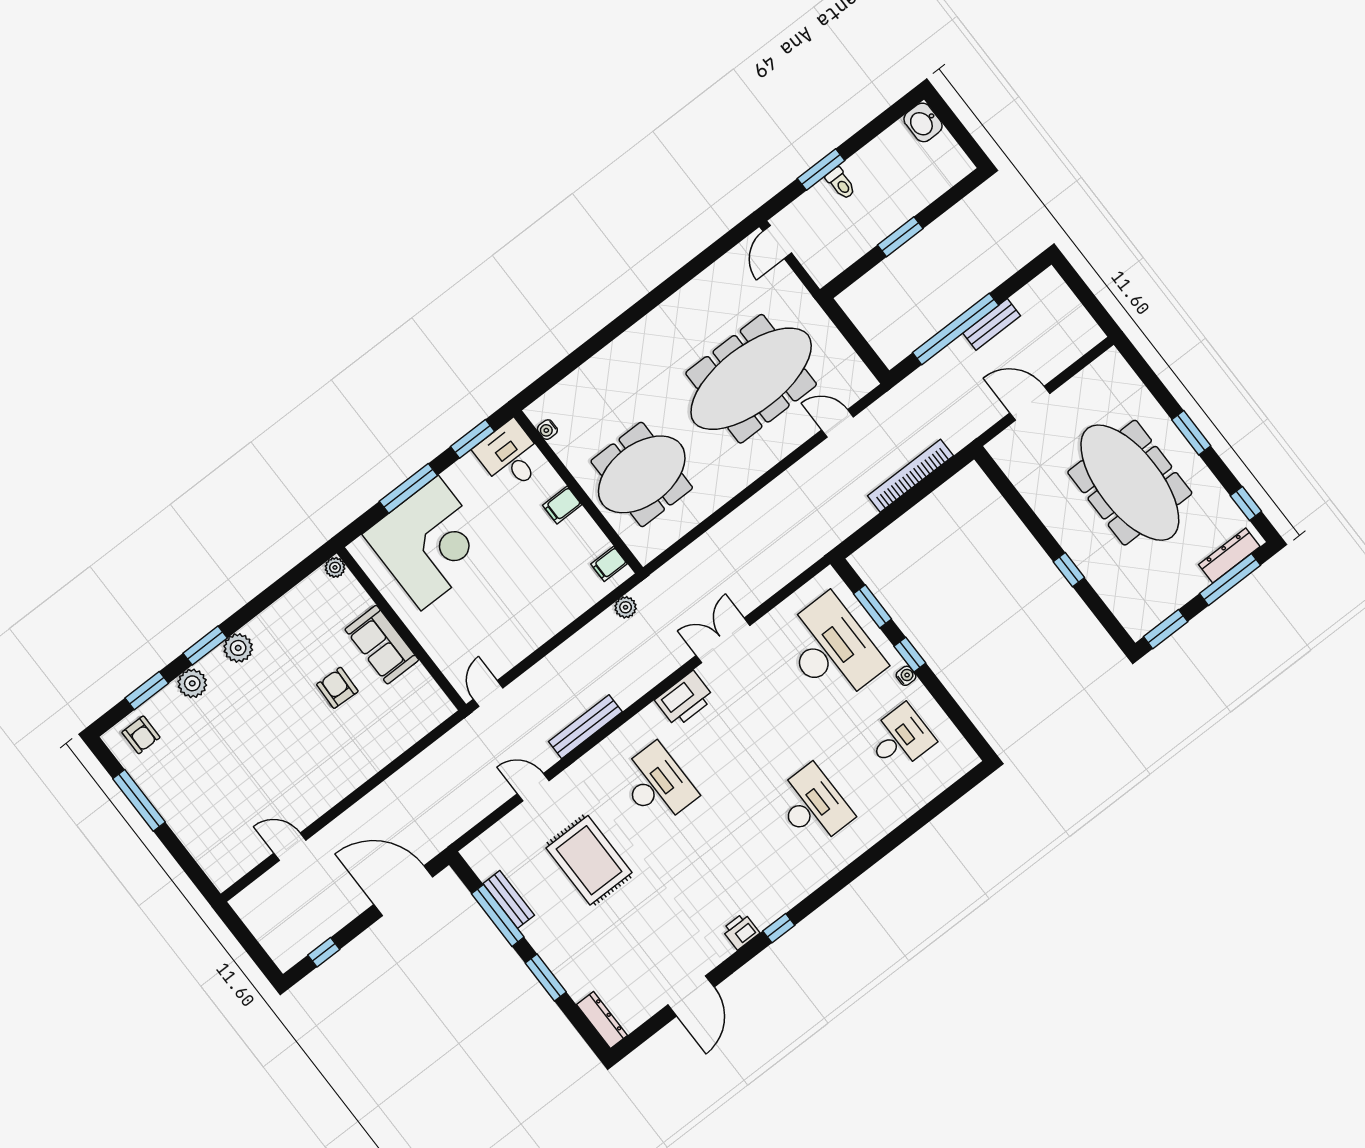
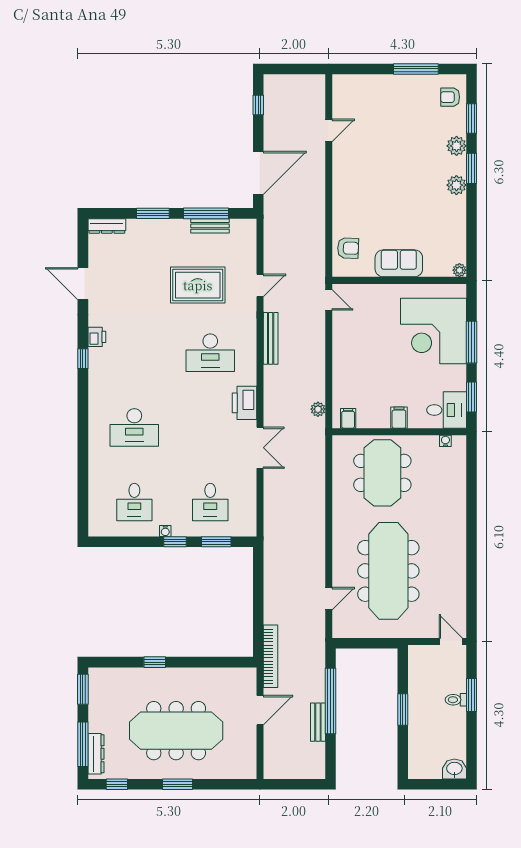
bookcase: (910, 476) -> (271, 656), moved
desk: (832, 649) -> (210, 502), width x0.53, depth x0.77
armchair: (337, 688) -> (348, 248), moved

